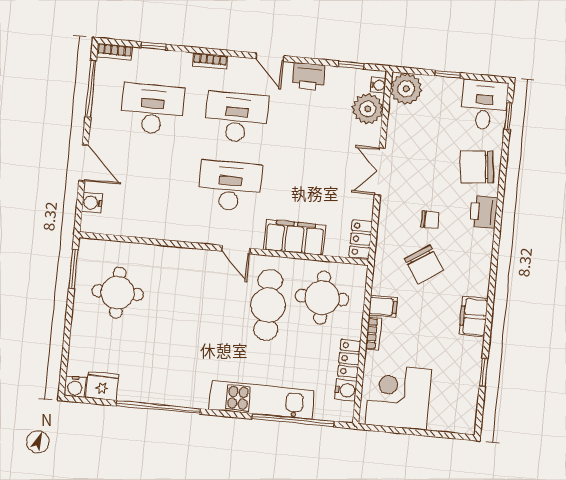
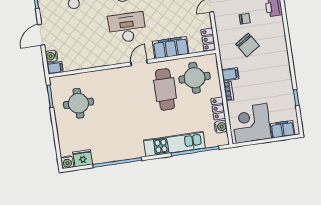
door: (84, 163) -> (41, 35), swing flipped
filing cabinet: (93, 224) -> (55, 68), added
door: (236, 250) -> (139, 63), swing flipped
filing cabinet: (473, 317) -> (283, 129), moved, turned 90

